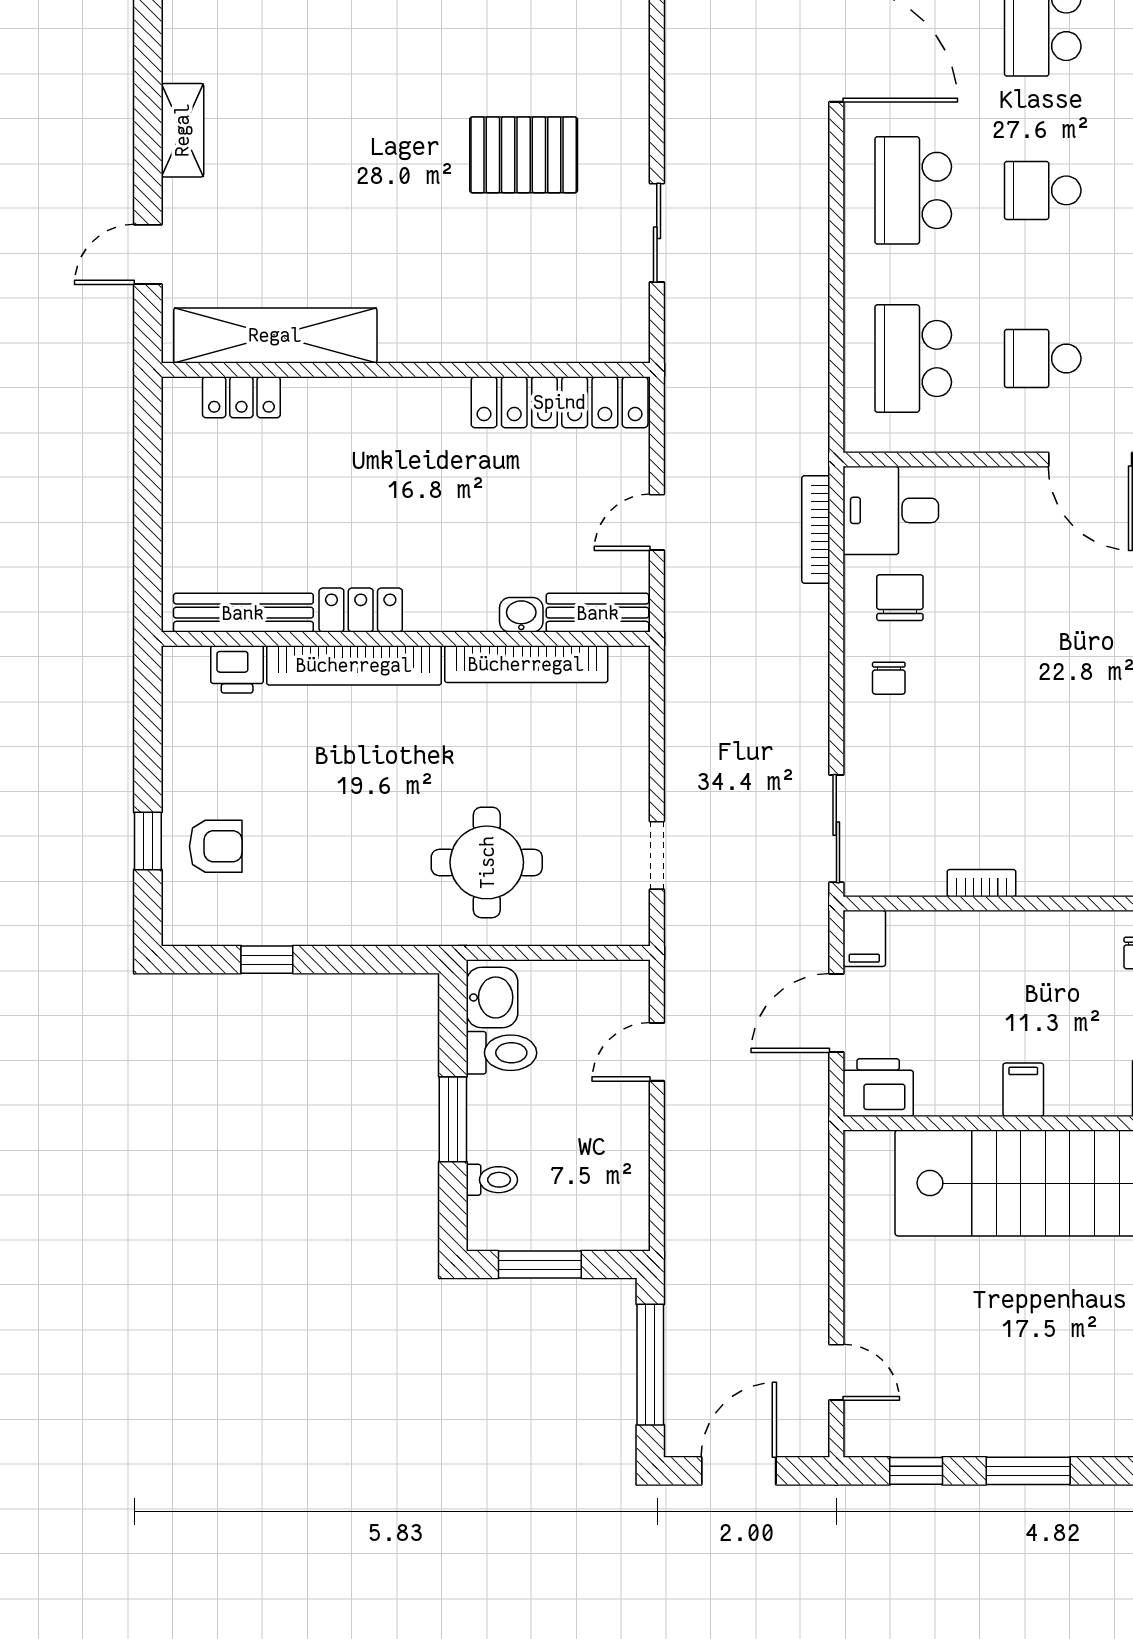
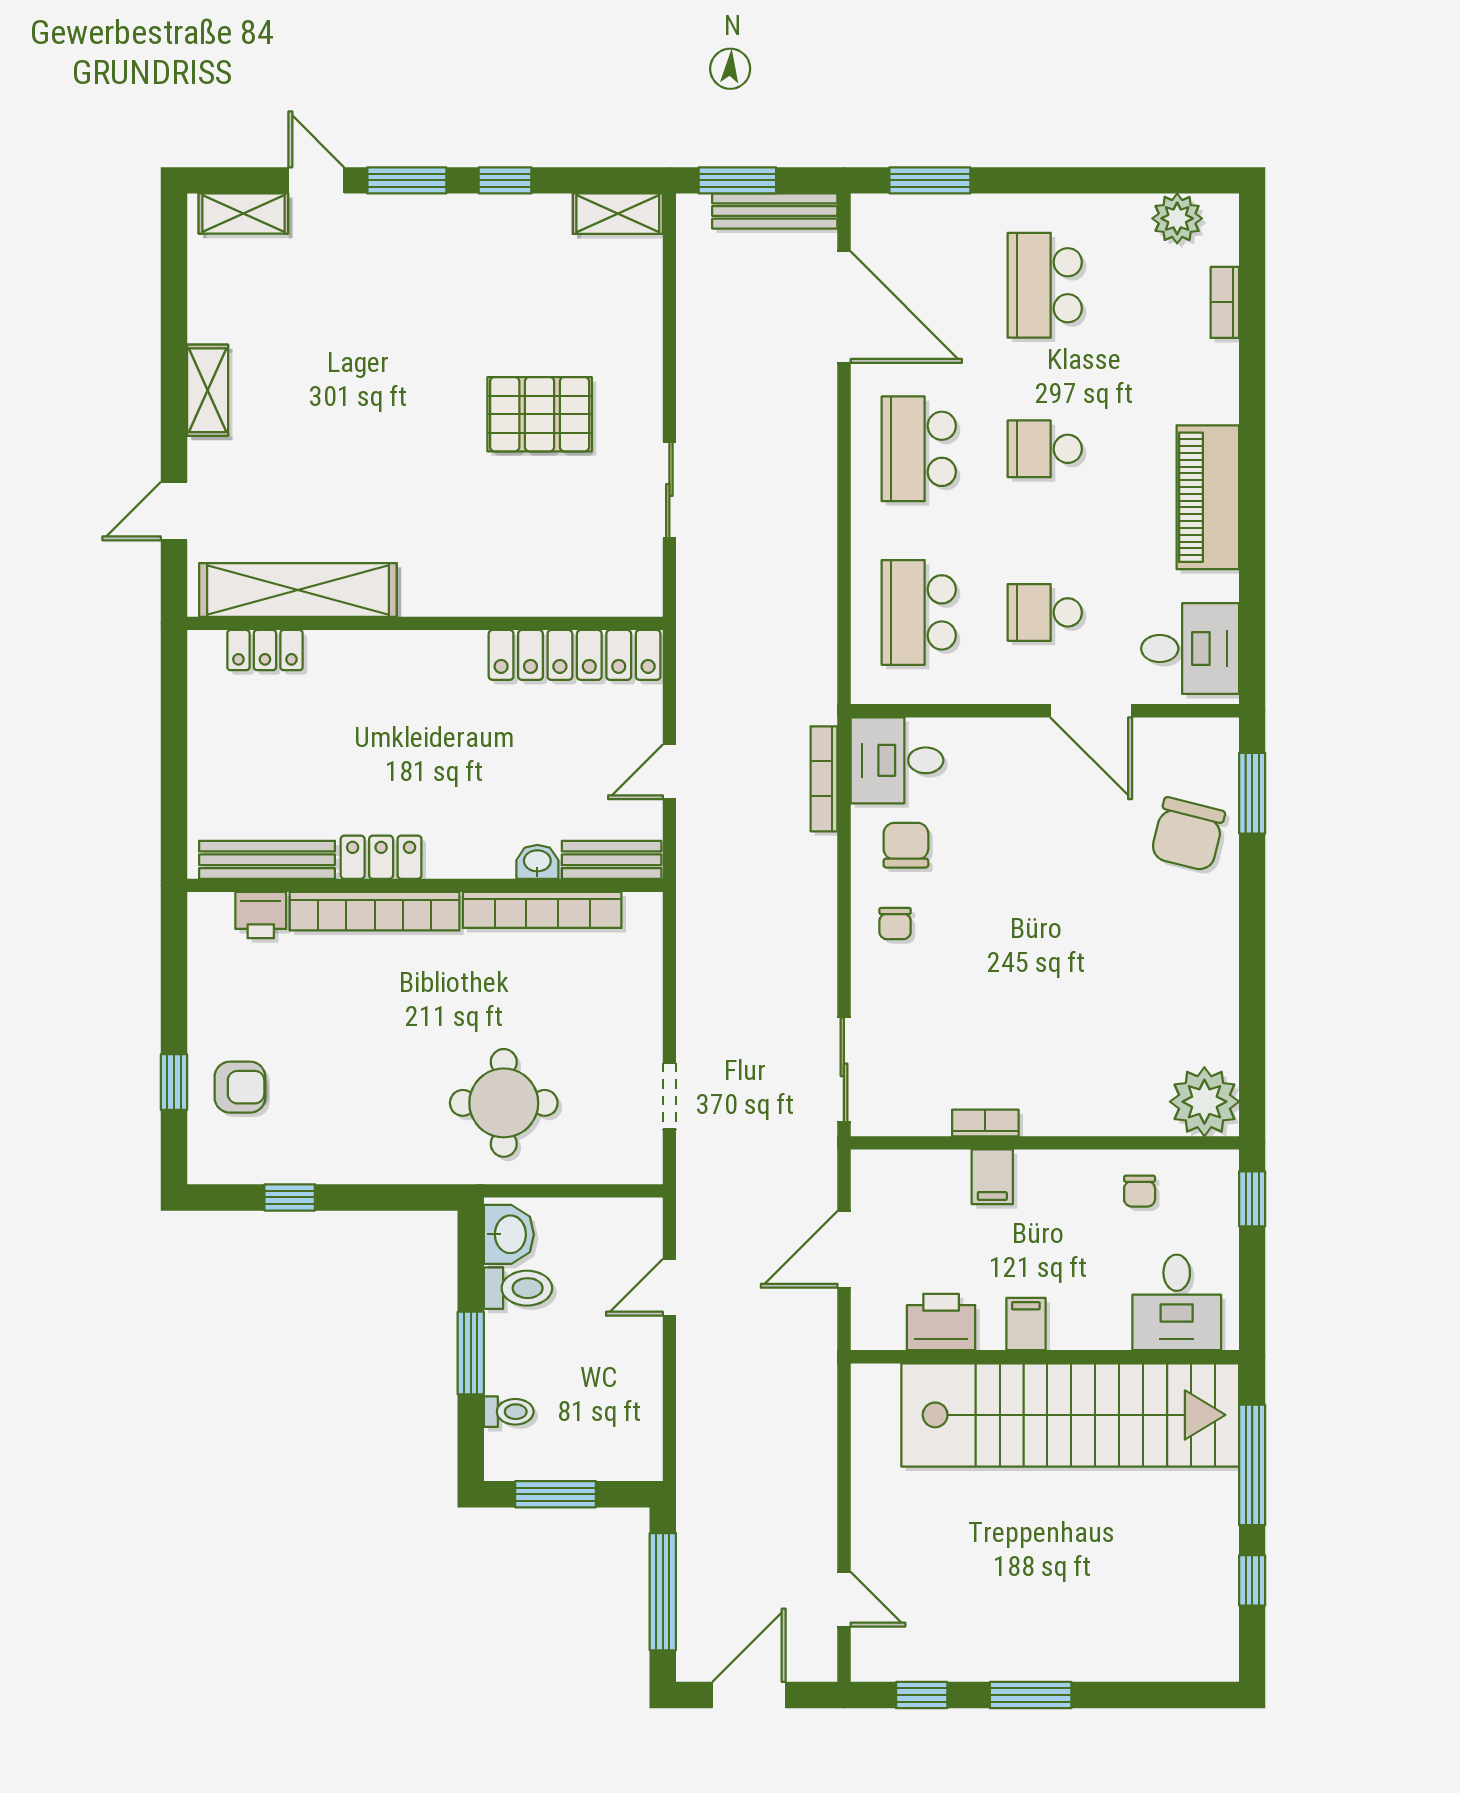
filing cabinet: (864, 938) -> (992, 1177), moved
printer: (878, 1088) -> (941, 1322), moved

